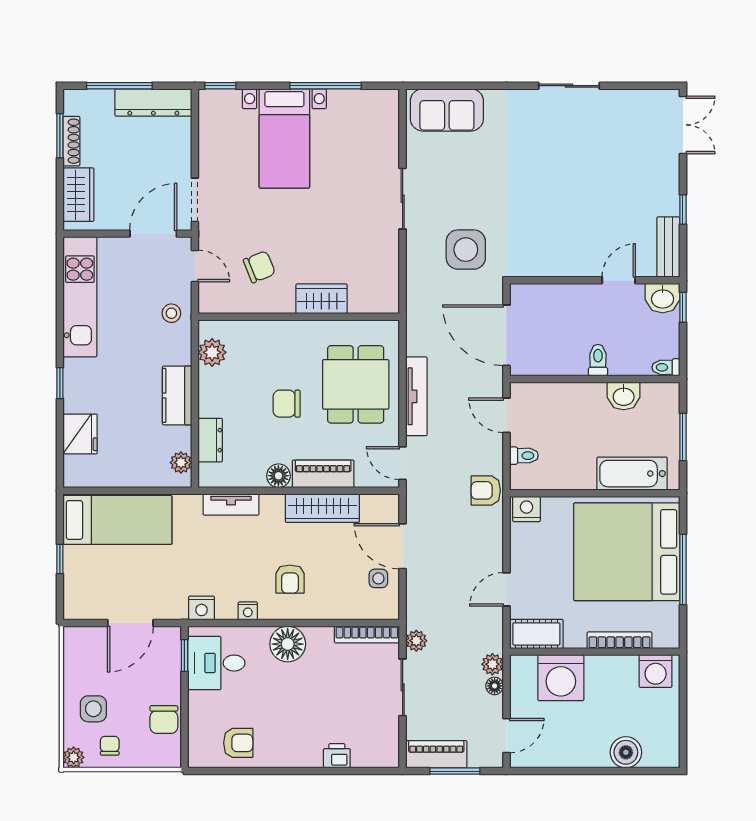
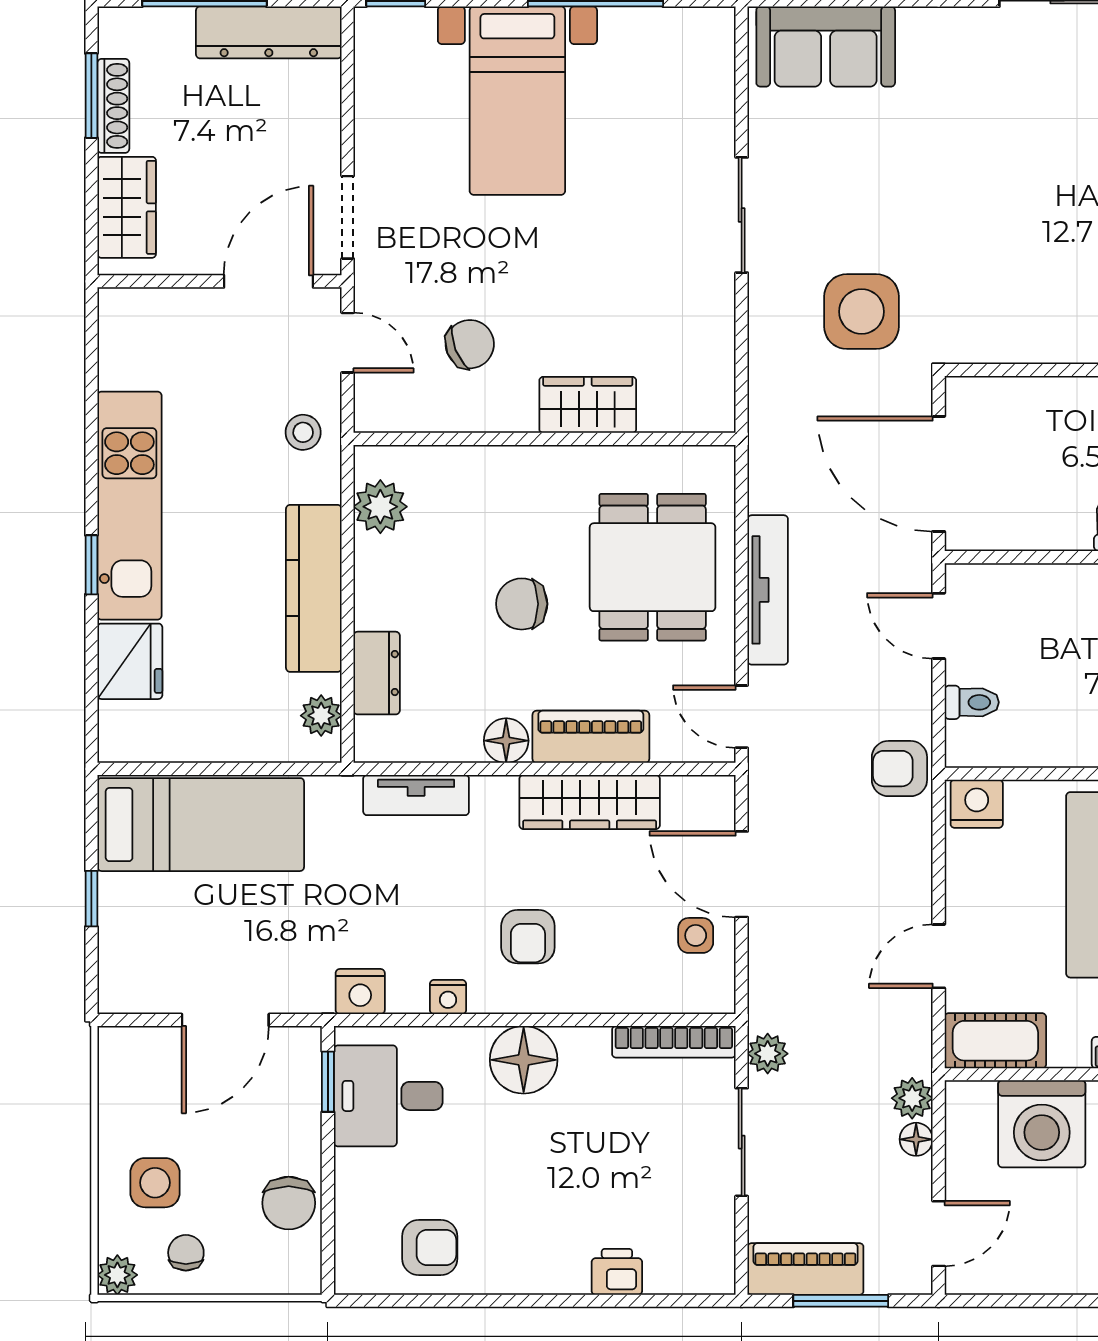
kitchen unit: (80, 297) -> (129, 506), moved
kitchen counter: (177, 395) -> (314, 588), width x1.50

